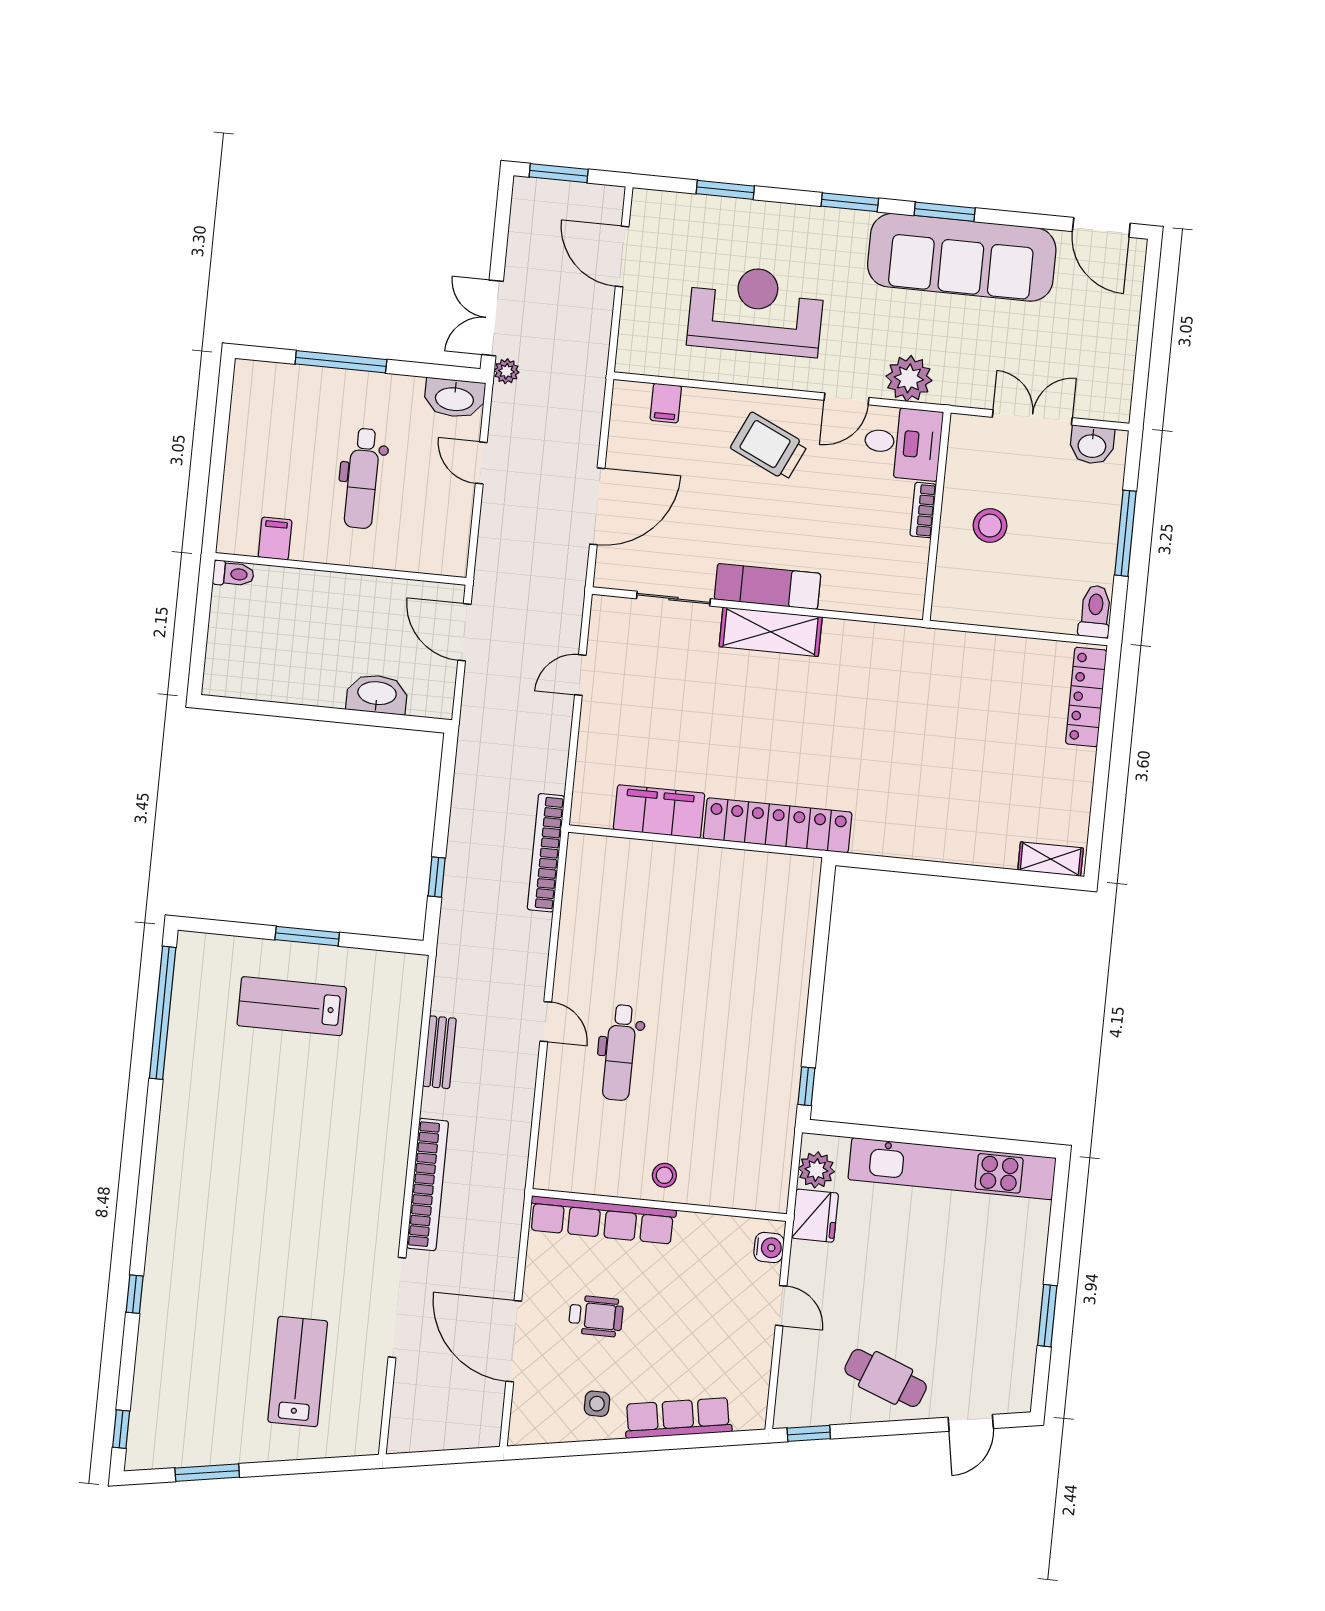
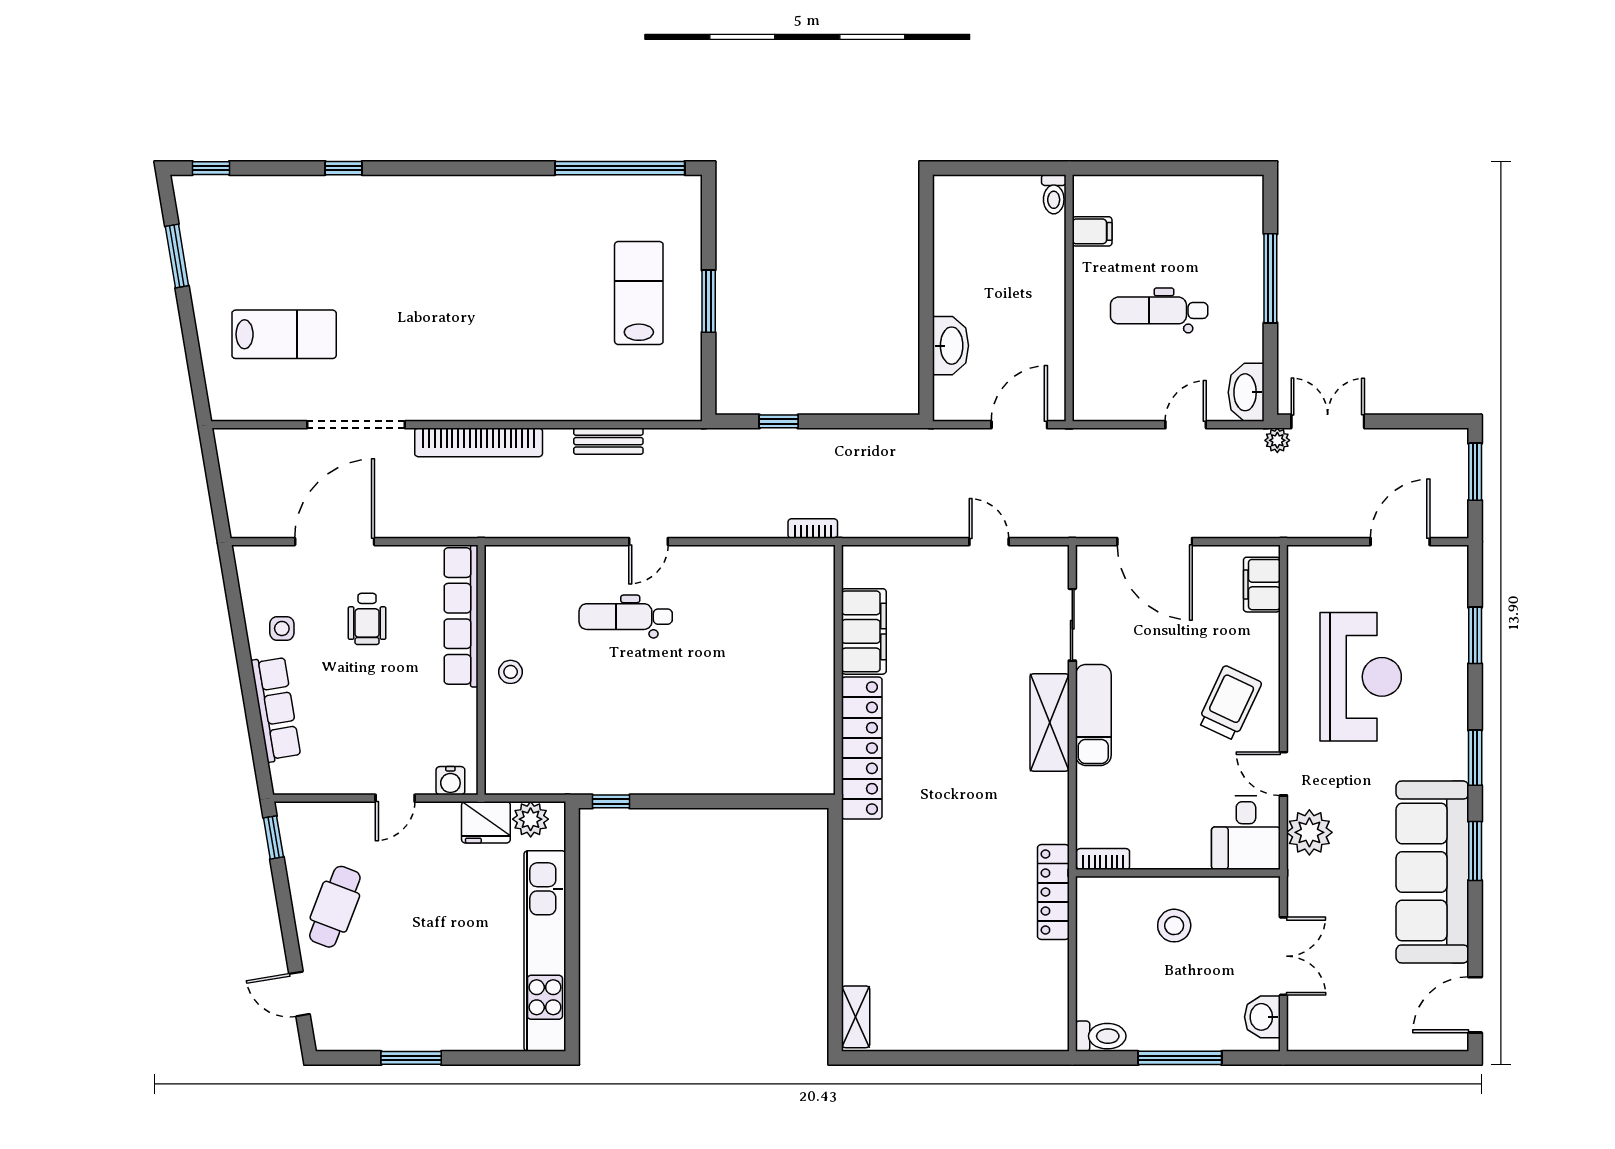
filing cabinet: (666, 403) -> (1262, 585), width x2.00
bookcase: (923, 510) -> (1103, 859), moved
locker: (1086, 697) -> (1053, 892), moved, turned -90
bookcase: (546, 853) -> (813, 528), width x0.43, depth x0.76

